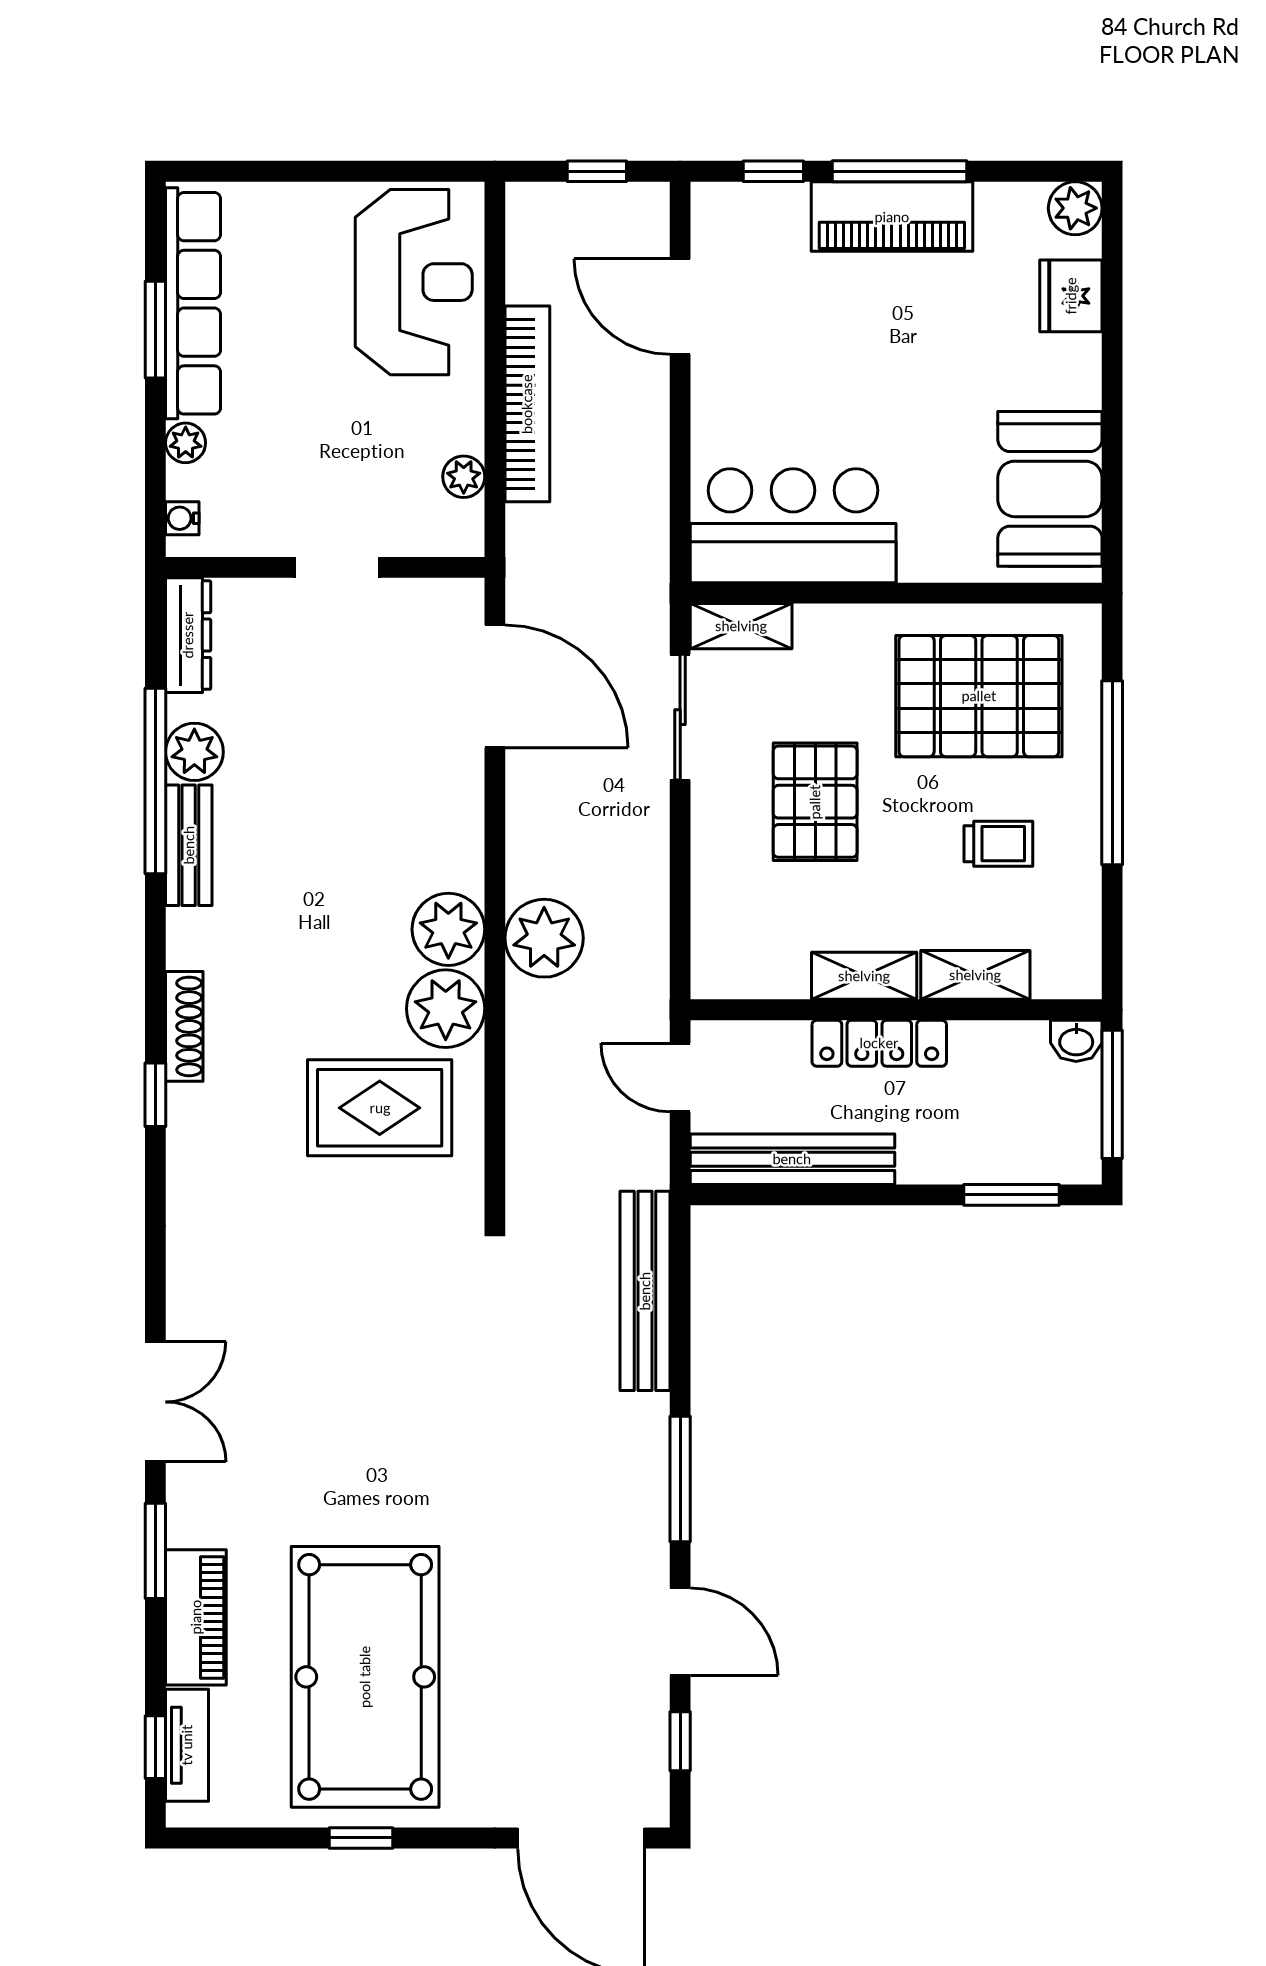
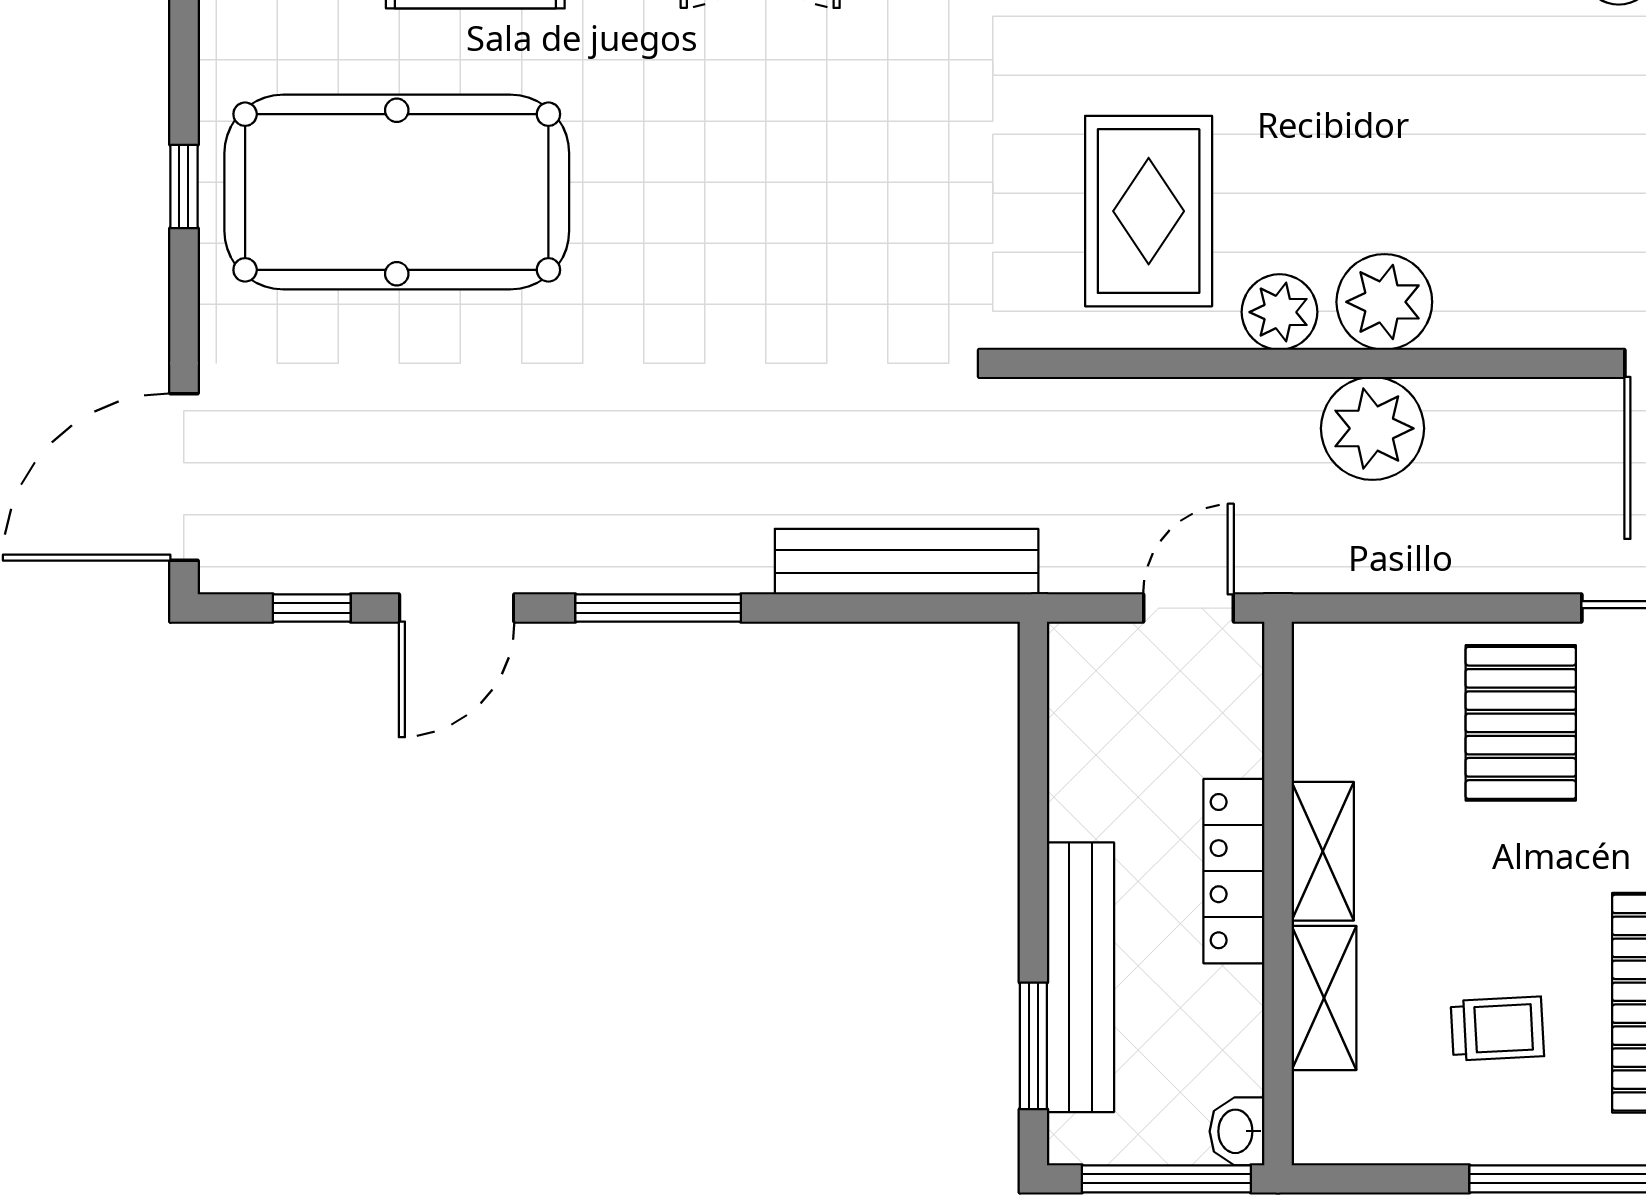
pallet: (815, 802) -> (1521, 723), moved, turned 90
trolley: (998, 844) -> (1497, 1029), turned -93
plant: (446, 1009) -> (1280, 312), width x0.73, depth x0.73
bench: (792, 1159) -> (1081, 977), moved

